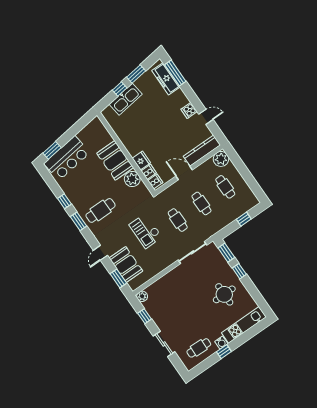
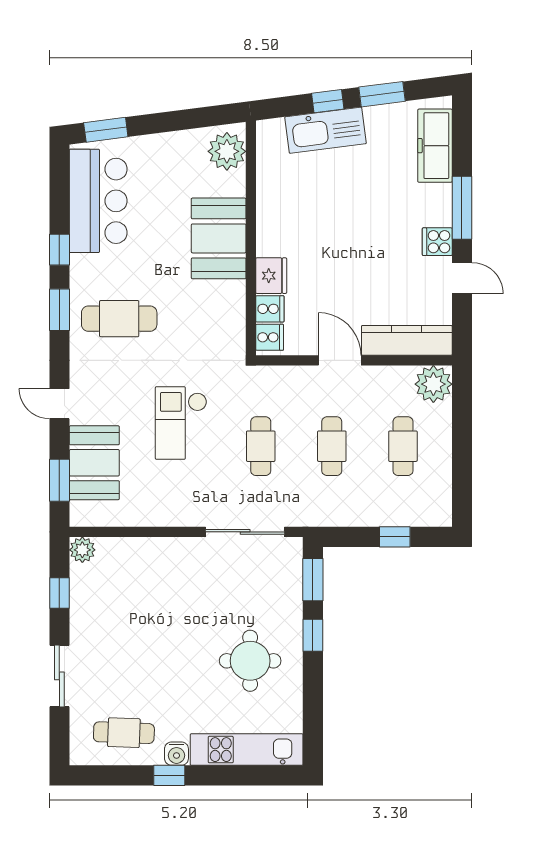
window: (175, 73) -> (462, 208), moved
bar counter: (67, 158) -> (98, 201), moved, turned -83
plant: (132, 179) -> (227, 151), moved
door: (100, 253) -> (59, 404), hinge flipped

